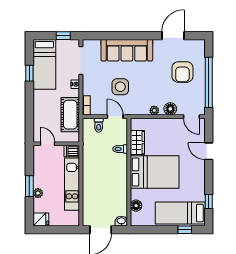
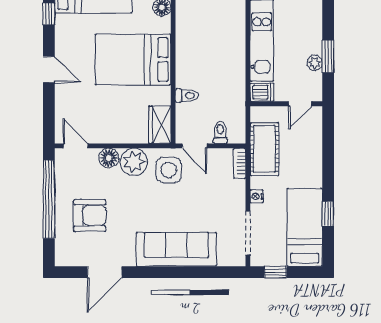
armchair: (182, 72) -> (90, 215), turned 90
side table: (120, 87) -> (169, 170), moved
plant: (154, 110) -> (134, 162), width x1.87, depth x1.87
wardrobe: (137, 143) -> (160, 125), moved
door: (47, 144) -> (300, 104), hinge flipped
door: (209, 151) -> (49, 70), moved
window: (29, 186) -> (328, 56), moved
plant: (38, 193) -> (315, 63), moved

